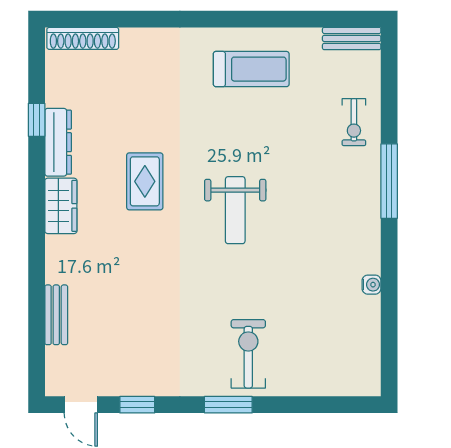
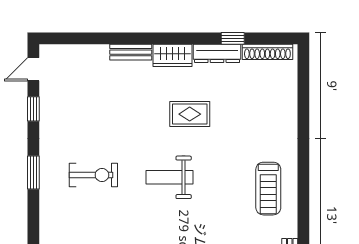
shoe rack: (83, 38) -> (267, 52), moved, turned -90
bench: (56, 315) -> (131, 52), moved
exercise bike: (248, 354) -> (93, 175), moved

